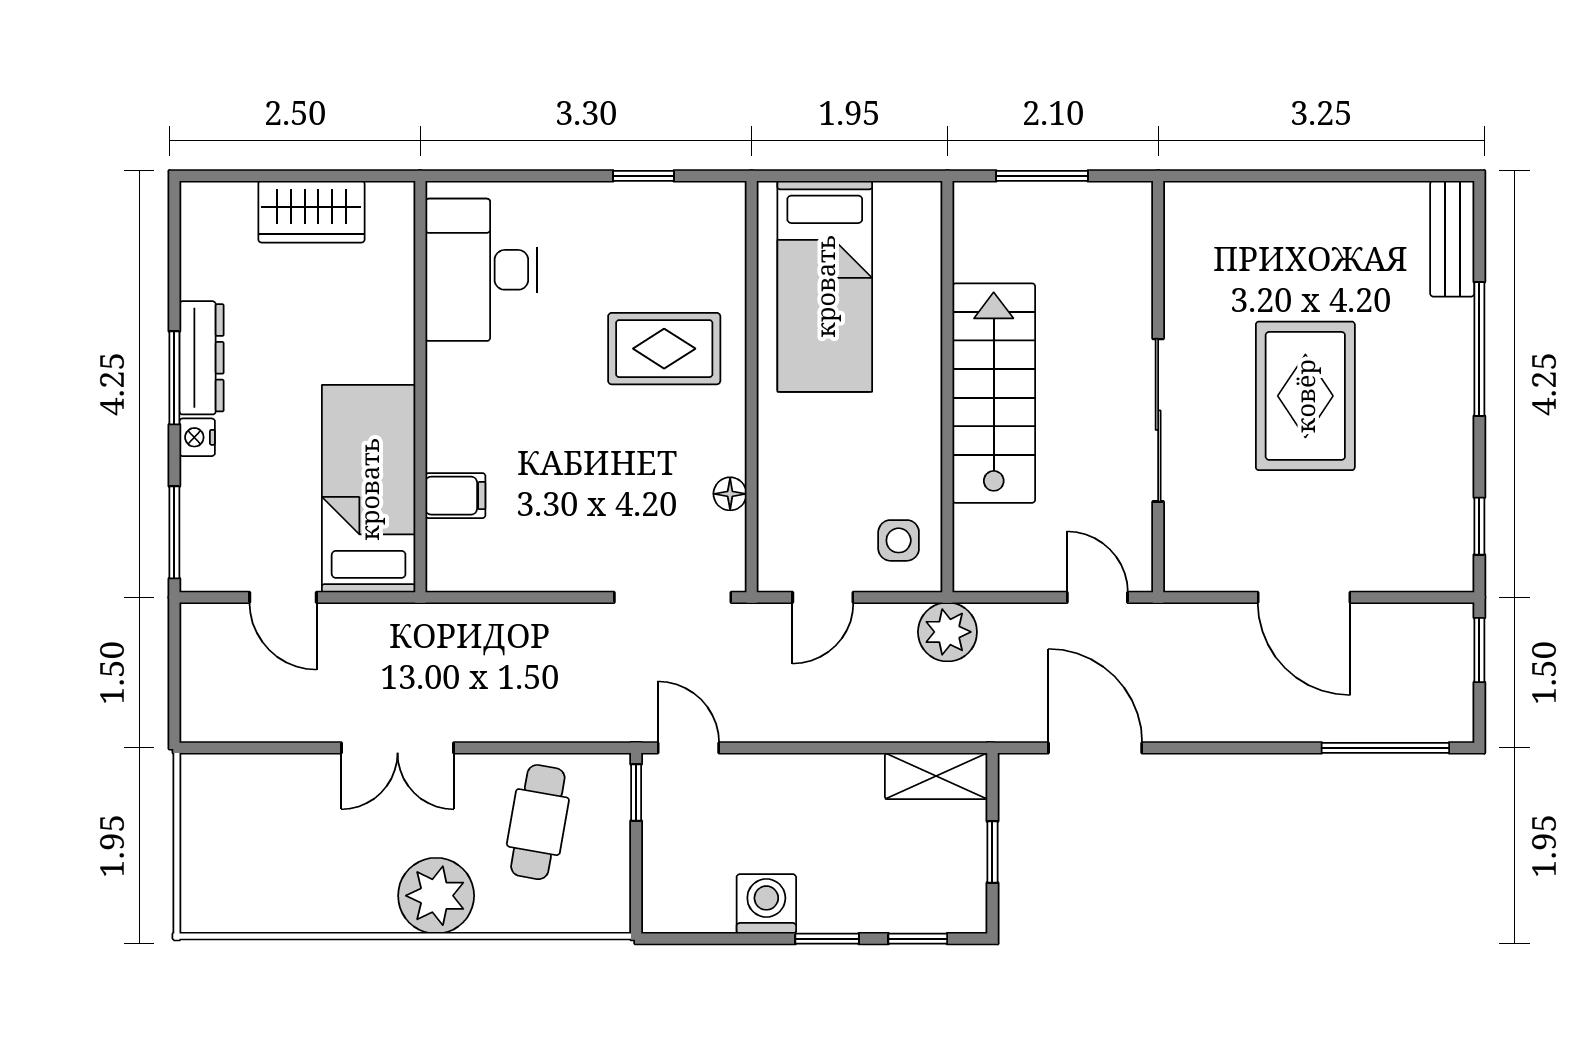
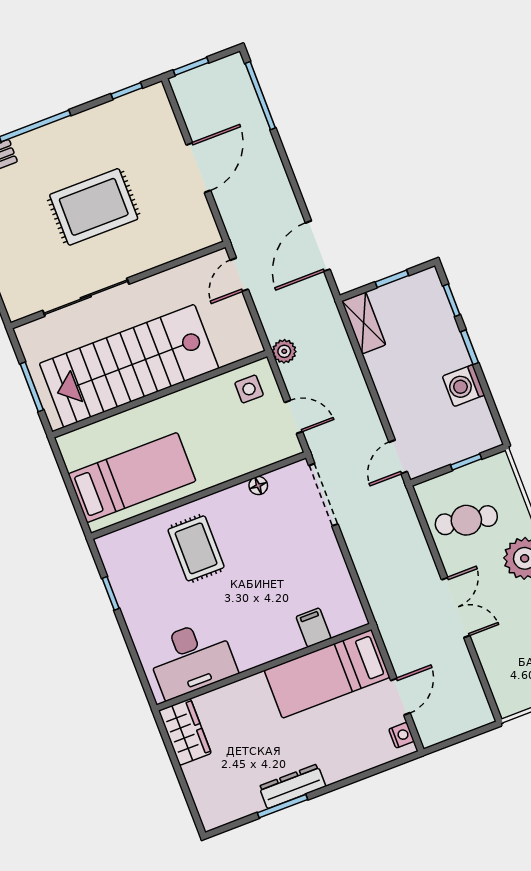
wardrobe: (311, 212) -> (185, 732), moved
window: (174, 378) -> (283, 806), moved
stairs: (994, 393) -> (129, 366), width x1.36, depth x1.51
sliding door: (1158, 420) -> (86, 297), moved
nightstand: (197, 437) -> (402, 735), moved, turned -90
window: (174, 532) -> (388, 766), removed
plant: (947, 632) -> (284, 351), width x0.73, depth x0.73
window: (636, 793) -> (466, 462), moved

